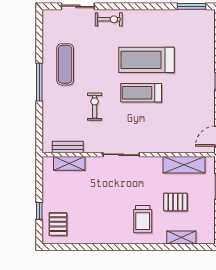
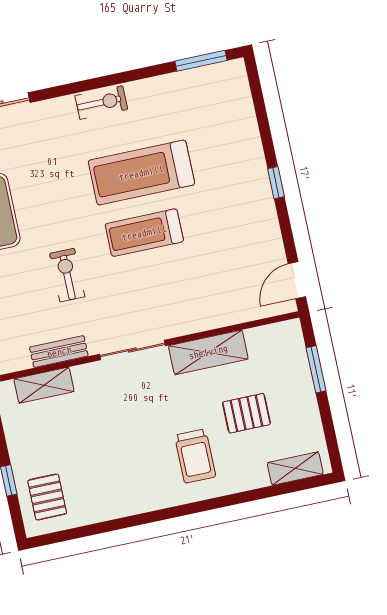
exercise bike: (109, 19) -> (101, 103), moved
bench: (68, 147) -> (59, 352), moved
shelving: (184, 165) -> (208, 352), moved
shelving: (181, 238) -> (295, 469), moved

